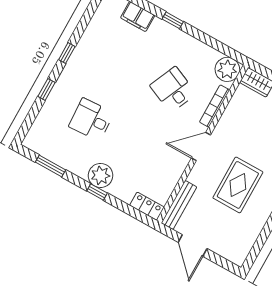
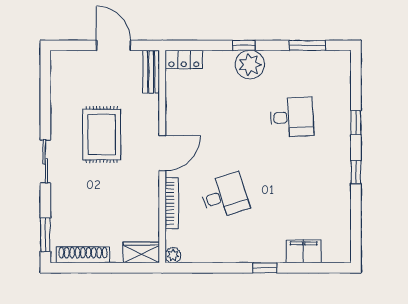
plant: (227, 69) -> (173, 255), width x0.53, depth x0.53
desk: (173, 90) -> (224, 196), turned -42
bench: (179, 205) -> (151, 72), width x0.73

